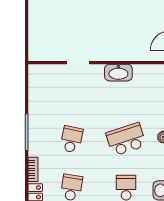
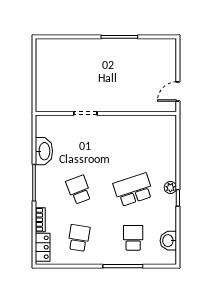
washbasin: (118, 73) -> (44, 151), moved, turned -90
school desk: (71, 139) -> (79, 190), turned -33

